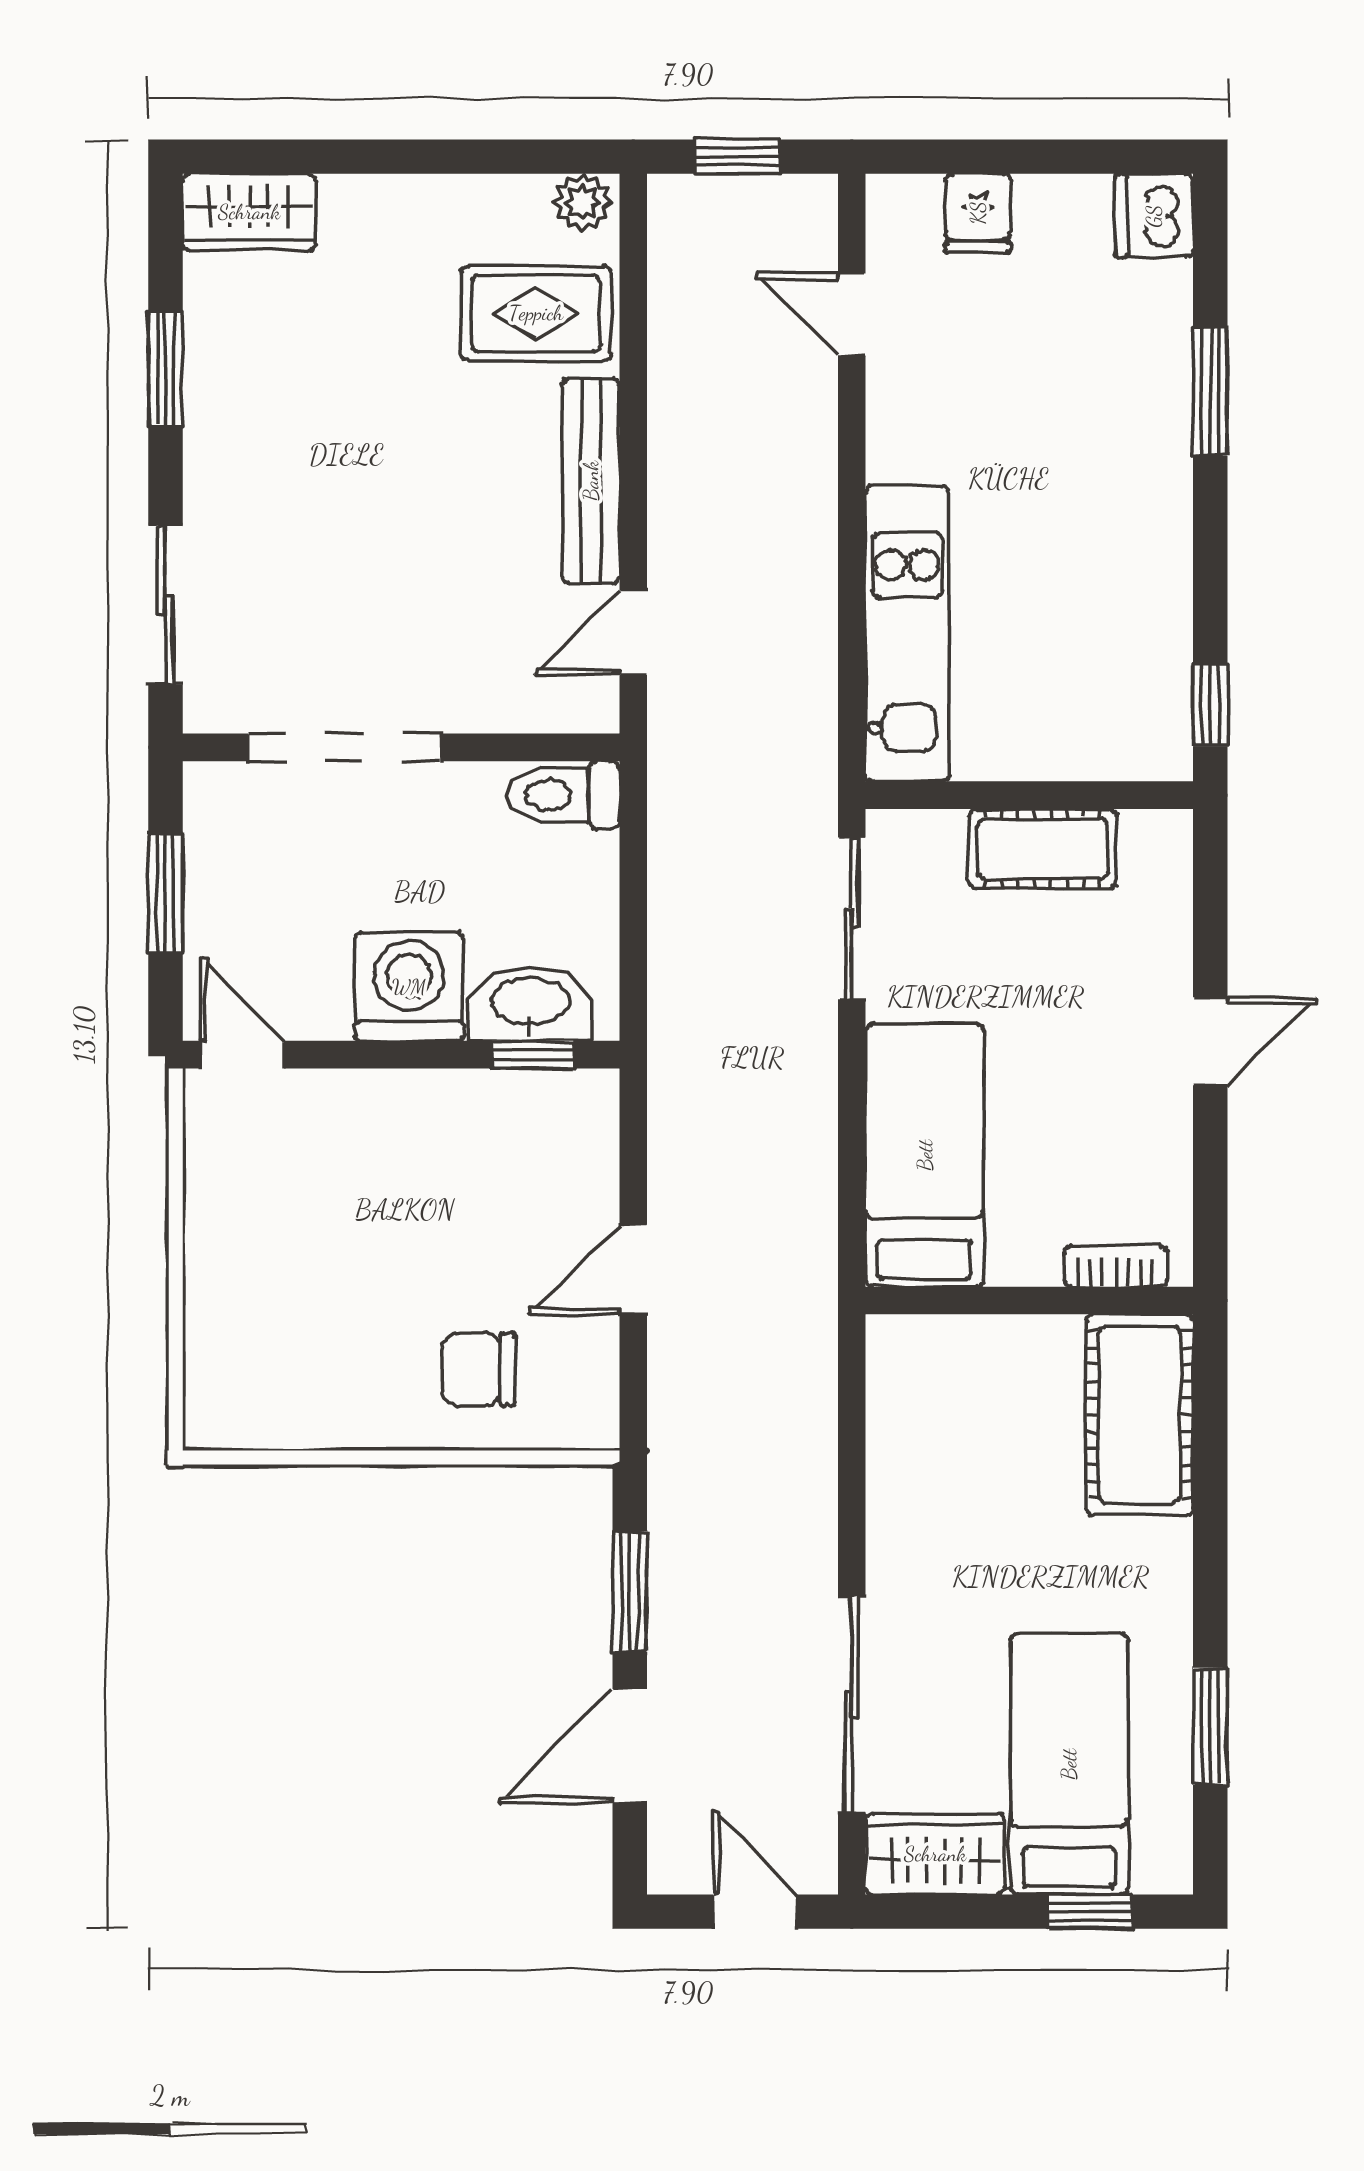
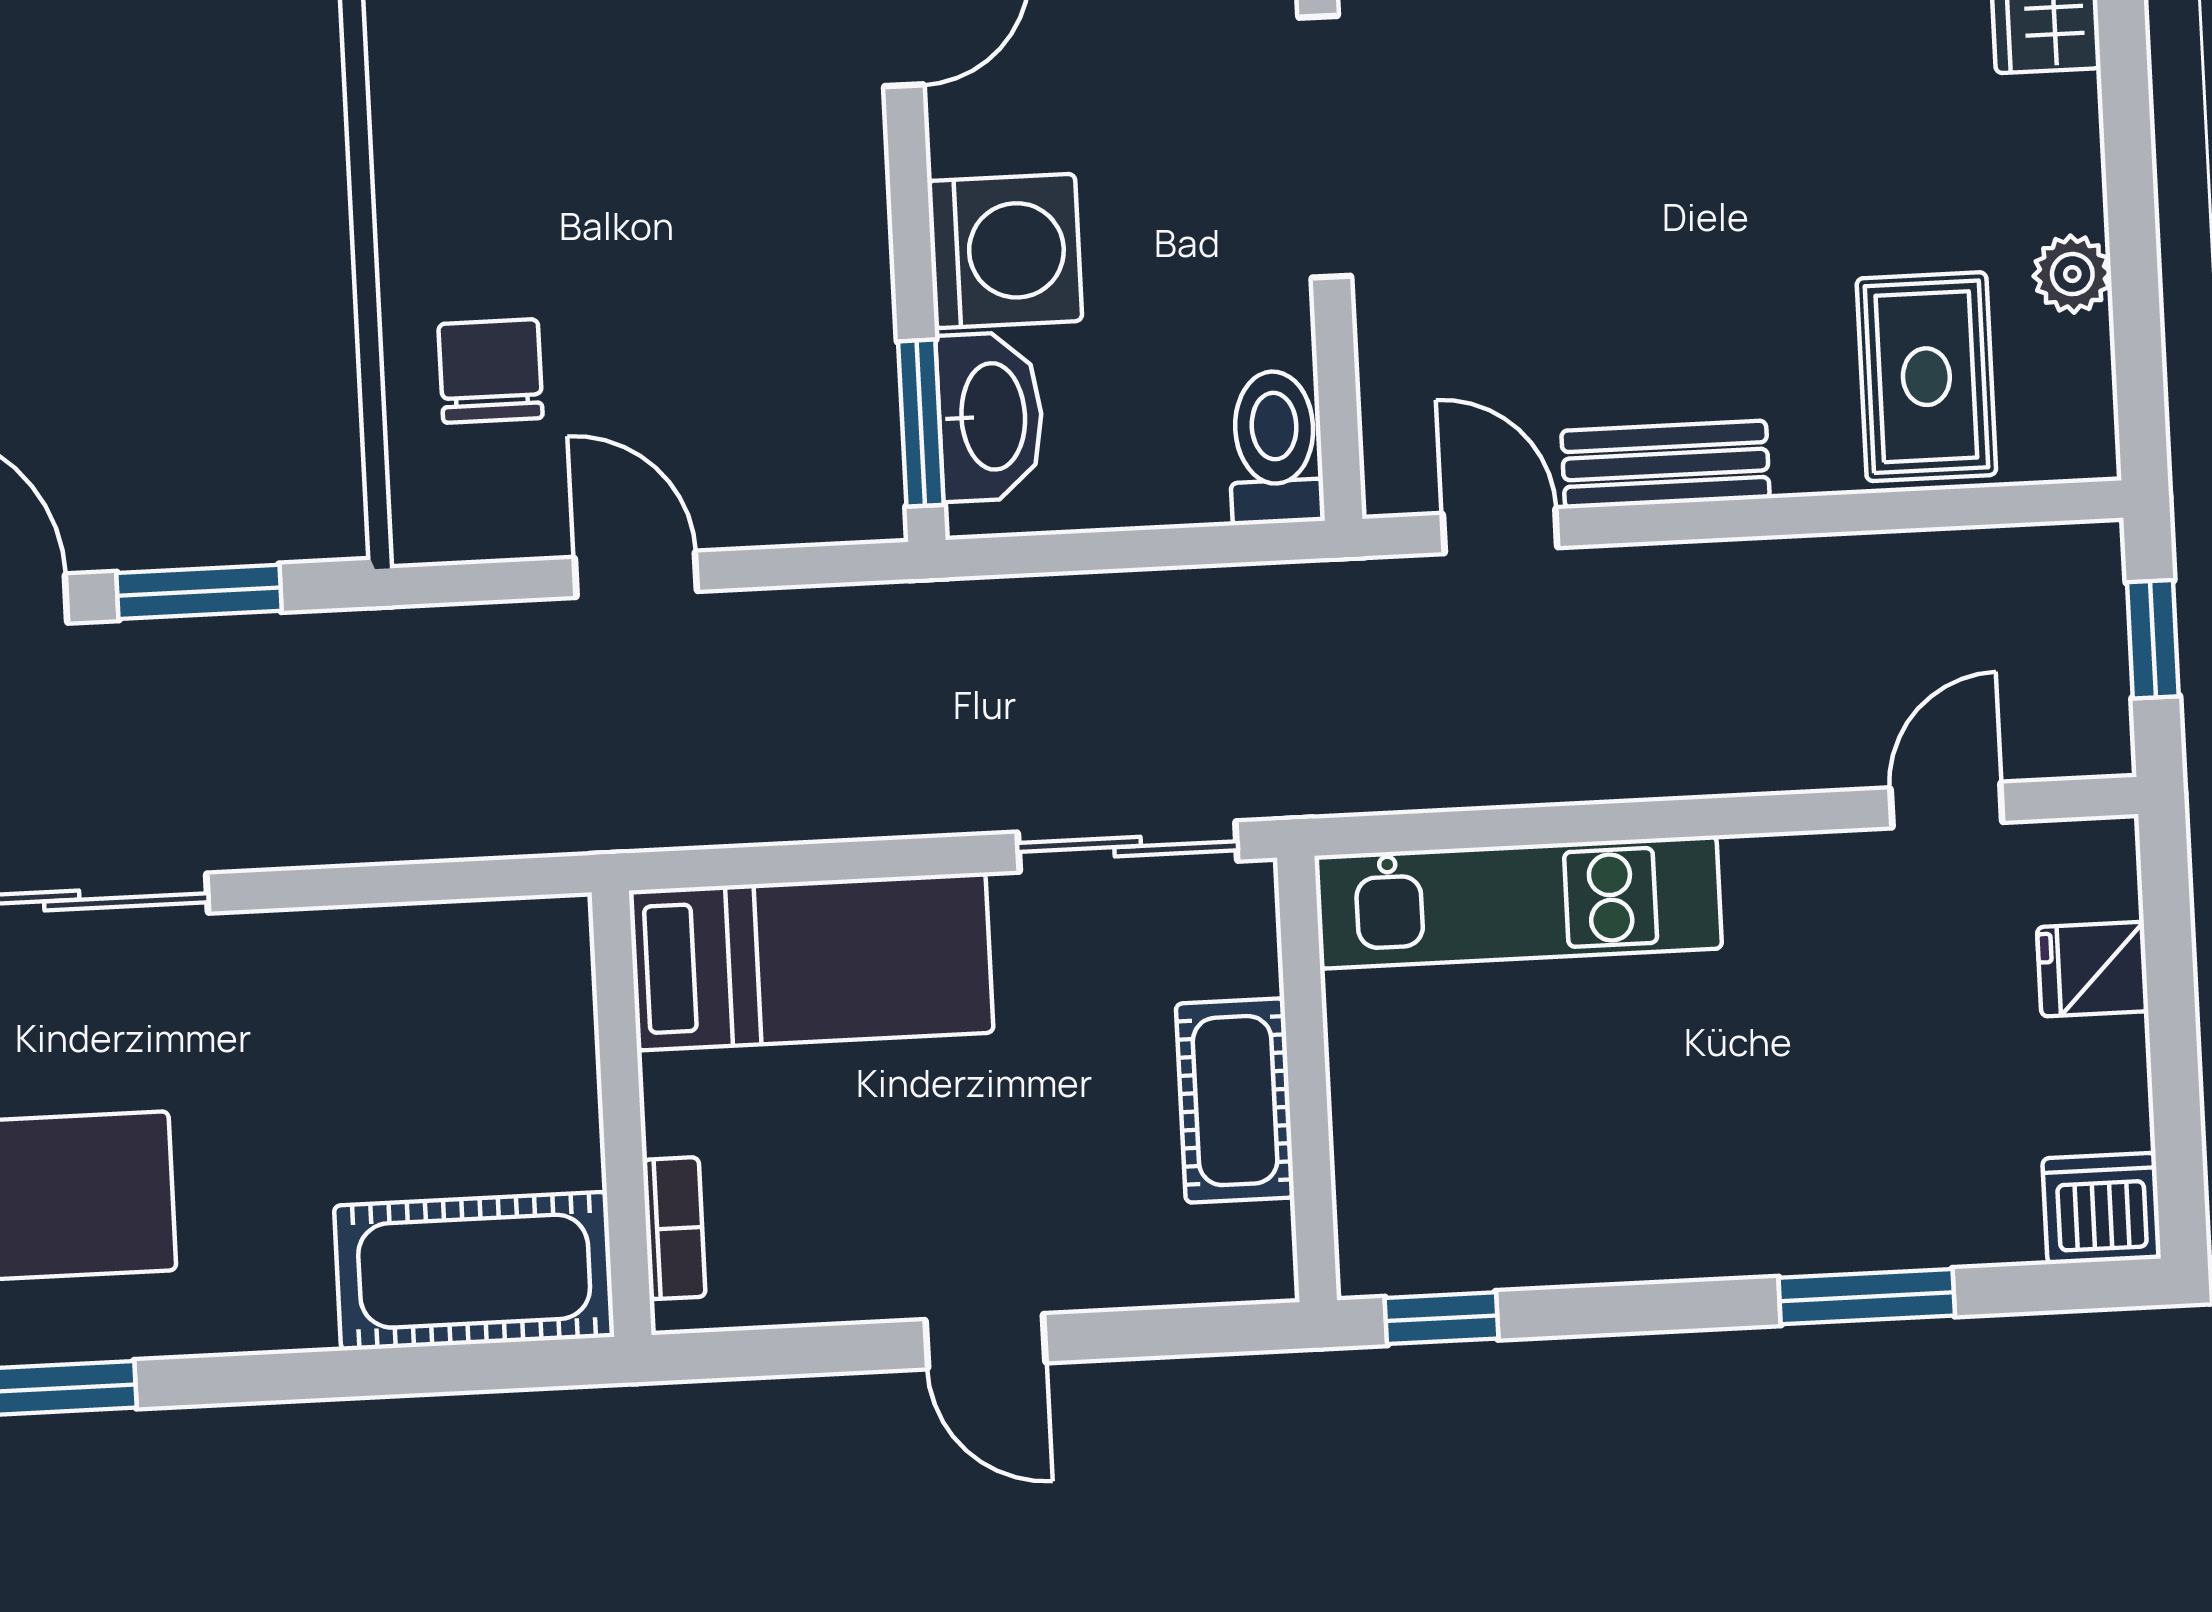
plant: (583, 202) -> (2072, 274), moved
bench: (591, 481) -> (1666, 464), width x0.73
window: (533, 1055) -> (921, 423), width x1.50

